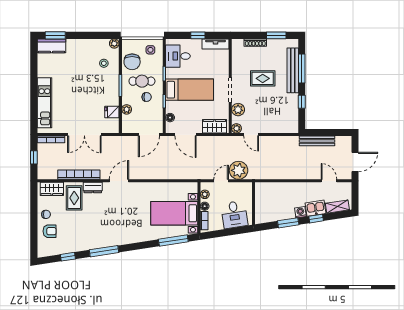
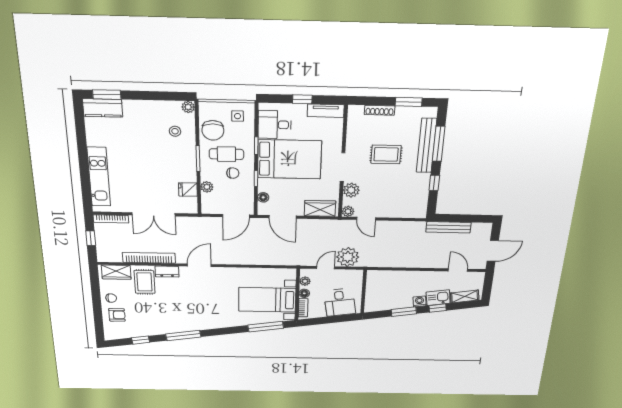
bed: (190, 90) -> (289, 159), width x1.50

